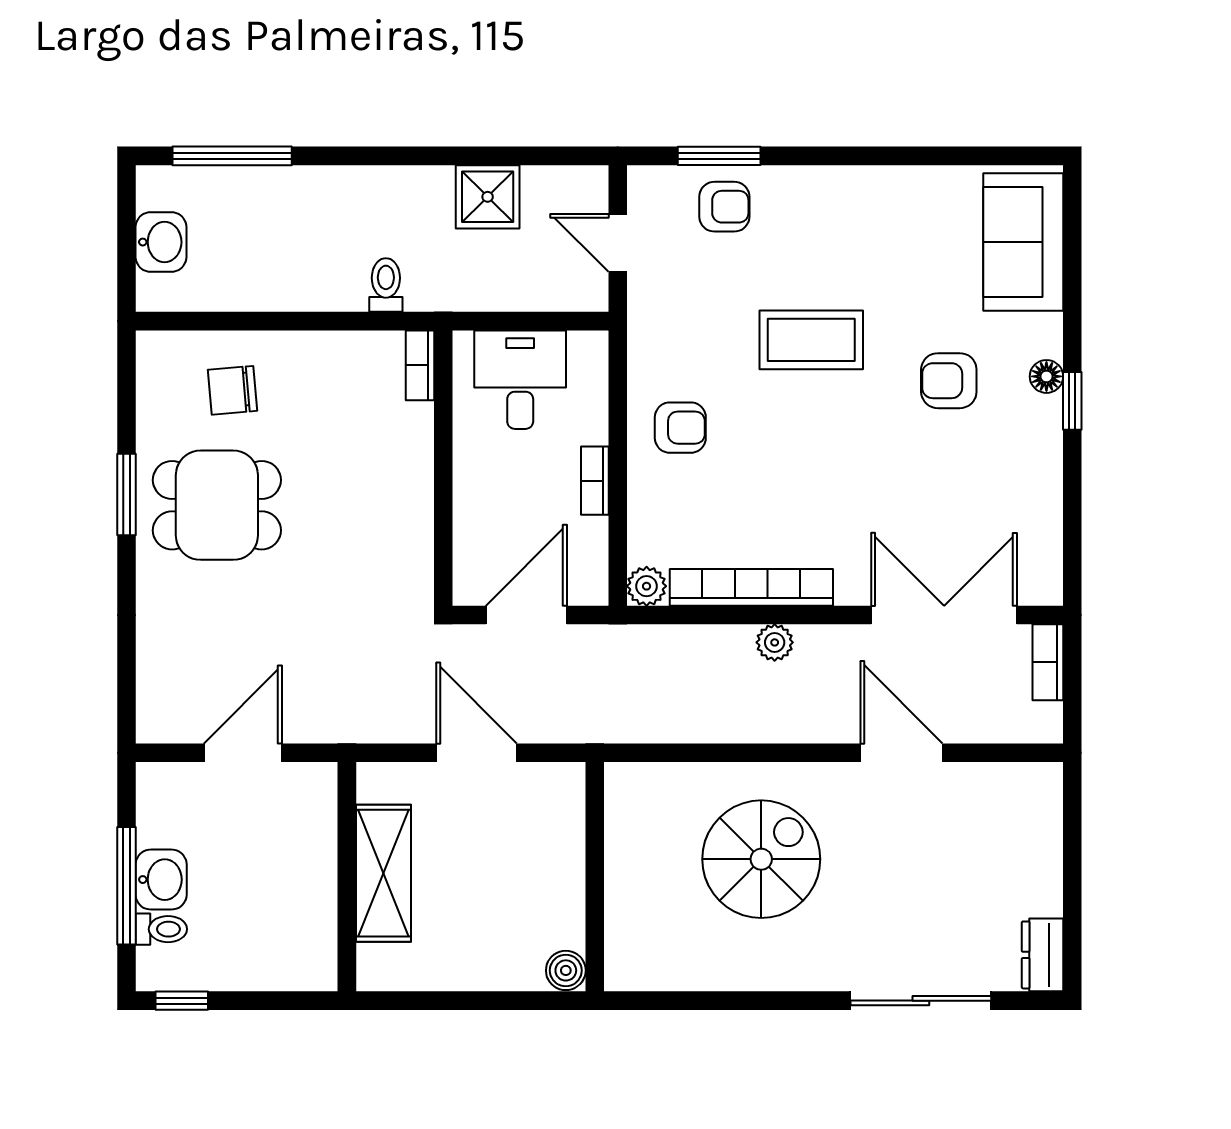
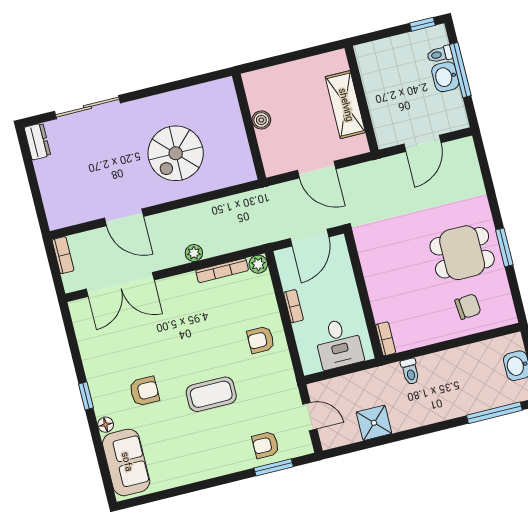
floor lamp: (1046, 376) -> (106, 425), moved
bookcase: (751, 587) -> (222, 270), width x0.68, depth x0.76
bookcase: (1048, 662) -> (63, 255), moved
boiler: (566, 970) -> (261, 120), moved

